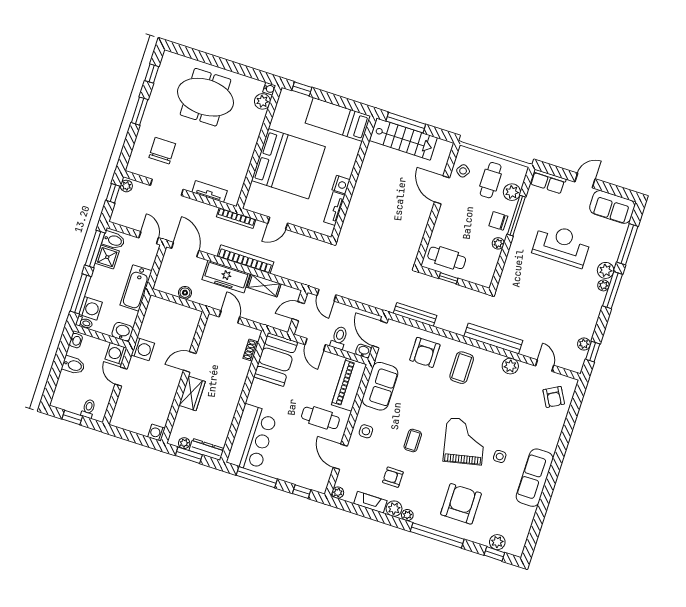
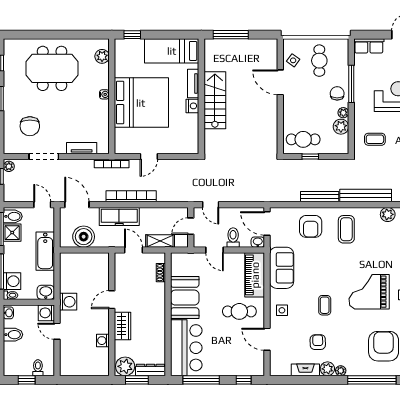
water cooler: (269, 89) -> (104, 94), moved
stairs: (403, 139) -> (215, 100), moved, turned -90
chair: (162, 151) -> (30, 126), turned 180
plant: (512, 192) -> (341, 127), moved
tv unit: (334, 209) -> (193, 84), moved
chair: (498, 221) -> (337, 93), turned 90
coffee table: (523, 282) -> (375, 139), added
shelving: (264, 286) -> (160, 241), moved
boiler: (185, 293) -> (84, 237), width x1.86, depth x1.86
bench: (415, 314) -> (320, 197), moved
booth: (276, 359) -> (185, 298), moved
washing machine: (156, 433) -> (103, 341), moved
grand piano: (464, 441) -> (369, 292), turned -78
plant: (184, 443) -> (125, 366), width x1.88, depth x1.88
armchair: (393, 477) -> (318, 342), turned 89
plant: (338, 493) -> (275, 371), removed

